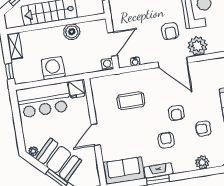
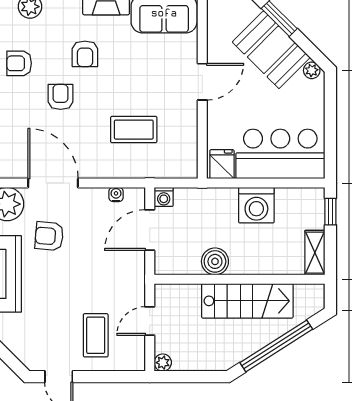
armchair: (170, 31) -> (49, 236), turned -85
armchair: (203, 129) -> (19, 63), turned 180

